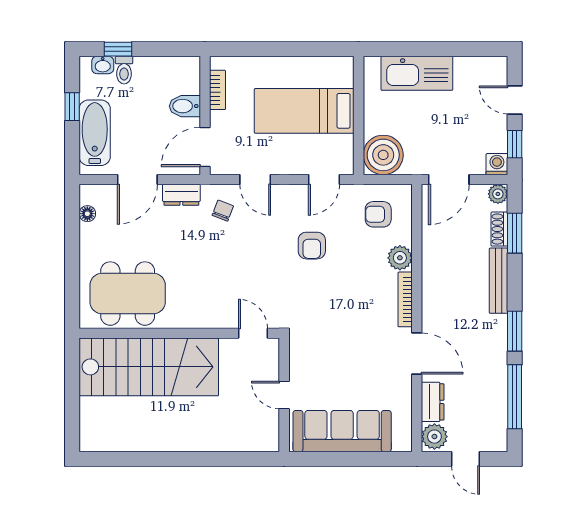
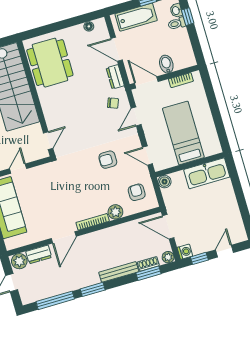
kitchen sink: (417, 73) -> (207, 173), moved, turned -90
boiler: (383, 155) -> (165, 182), width x0.54, depth x0.54

